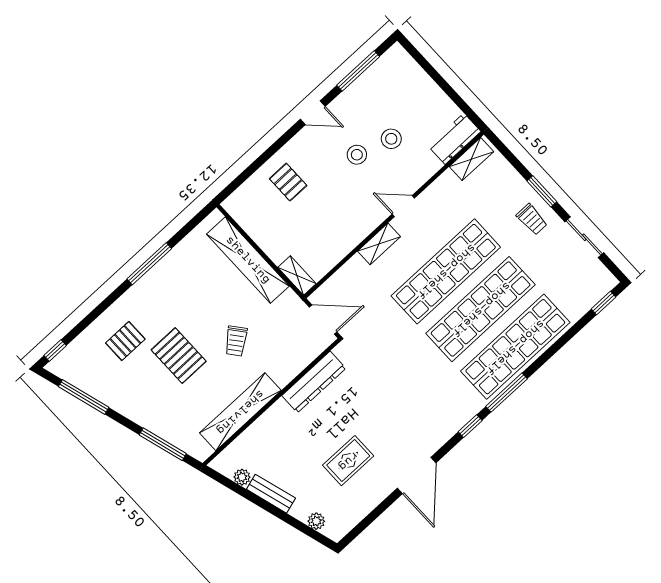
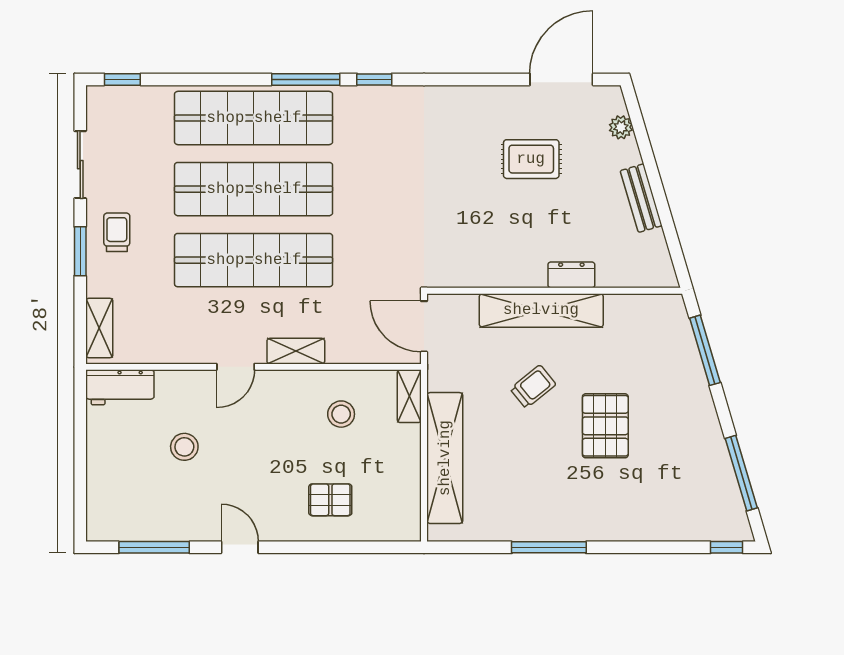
stool: (357, 155) -> (341, 414), moved
shelving: (471, 159) -> (99, 328), moved, turned 90
pallet: (288, 182) -> (330, 500), turned 90
door: (403, 206) -> (236, 367), hinge flipped
pallet: (125, 341) -> (646, 491), removed
dresser: (314, 382) -> (571, 275), moved, width x0.51, depth x0.80
shelving: (240, 412) -> (541, 310), moved
door: (417, 475) -> (561, 79), moved
plant: (242, 477) -> (655, 242), removed

